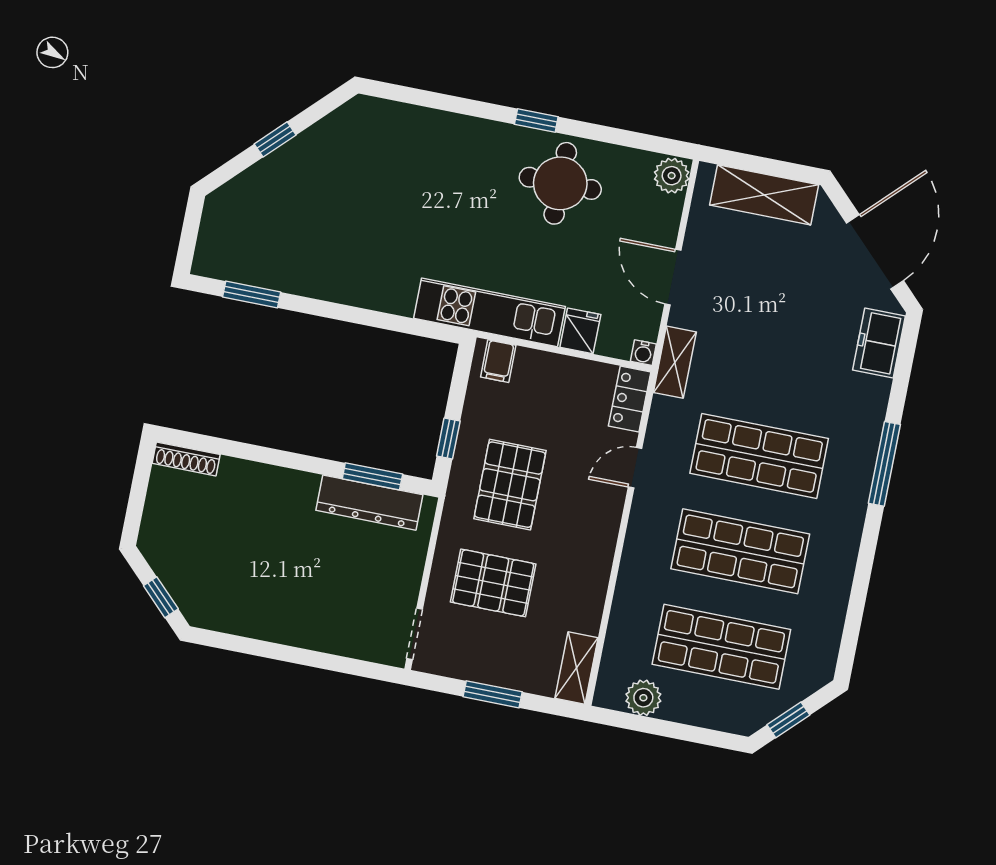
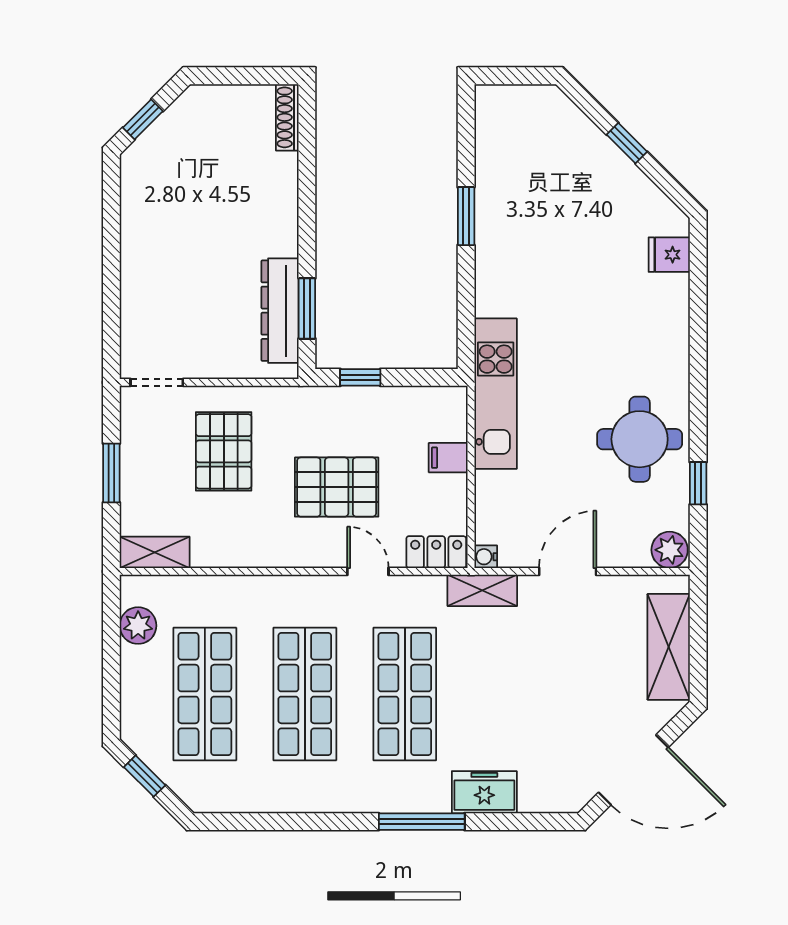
window: (536, 121) -> (698, 483), moved
window: (252, 294) -> (466, 216), moved
fridge: (580, 331) -> (669, 255), moved, turned 180
freezer: (879, 343) -> (484, 792), moved
filing cabinet: (498, 361) -> (448, 458), moved
pallet: (510, 485) -> (337, 487), moved

